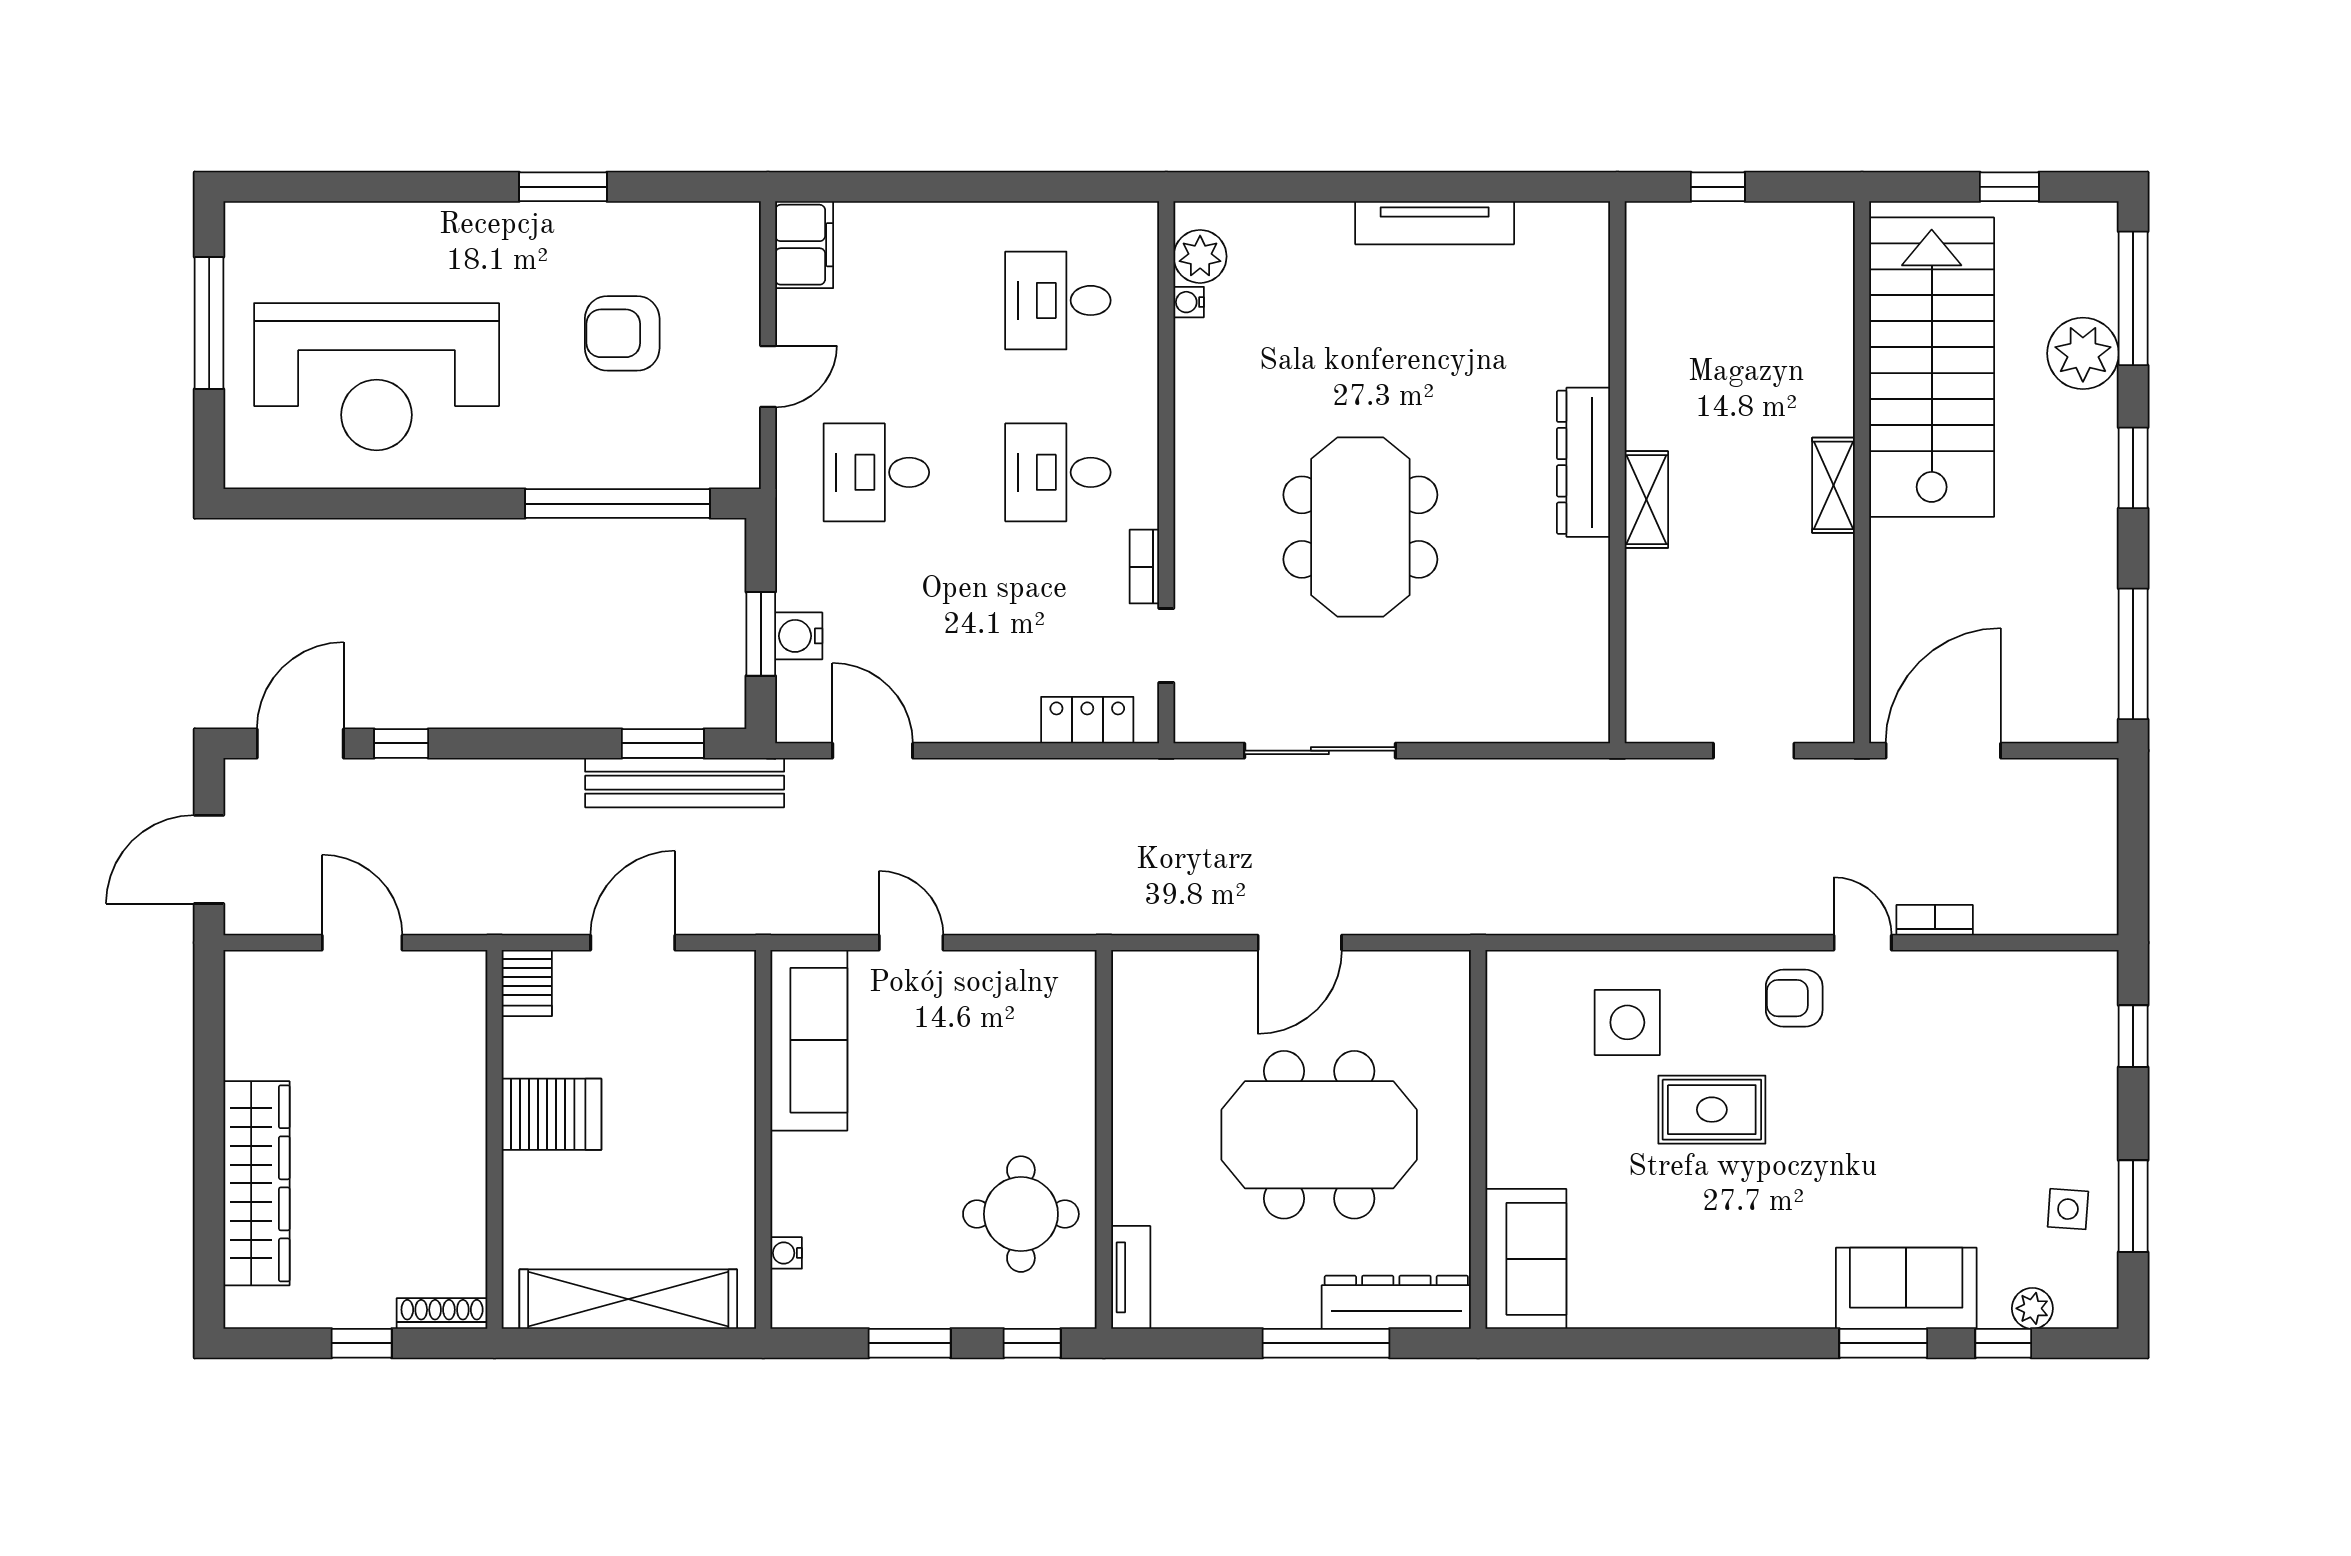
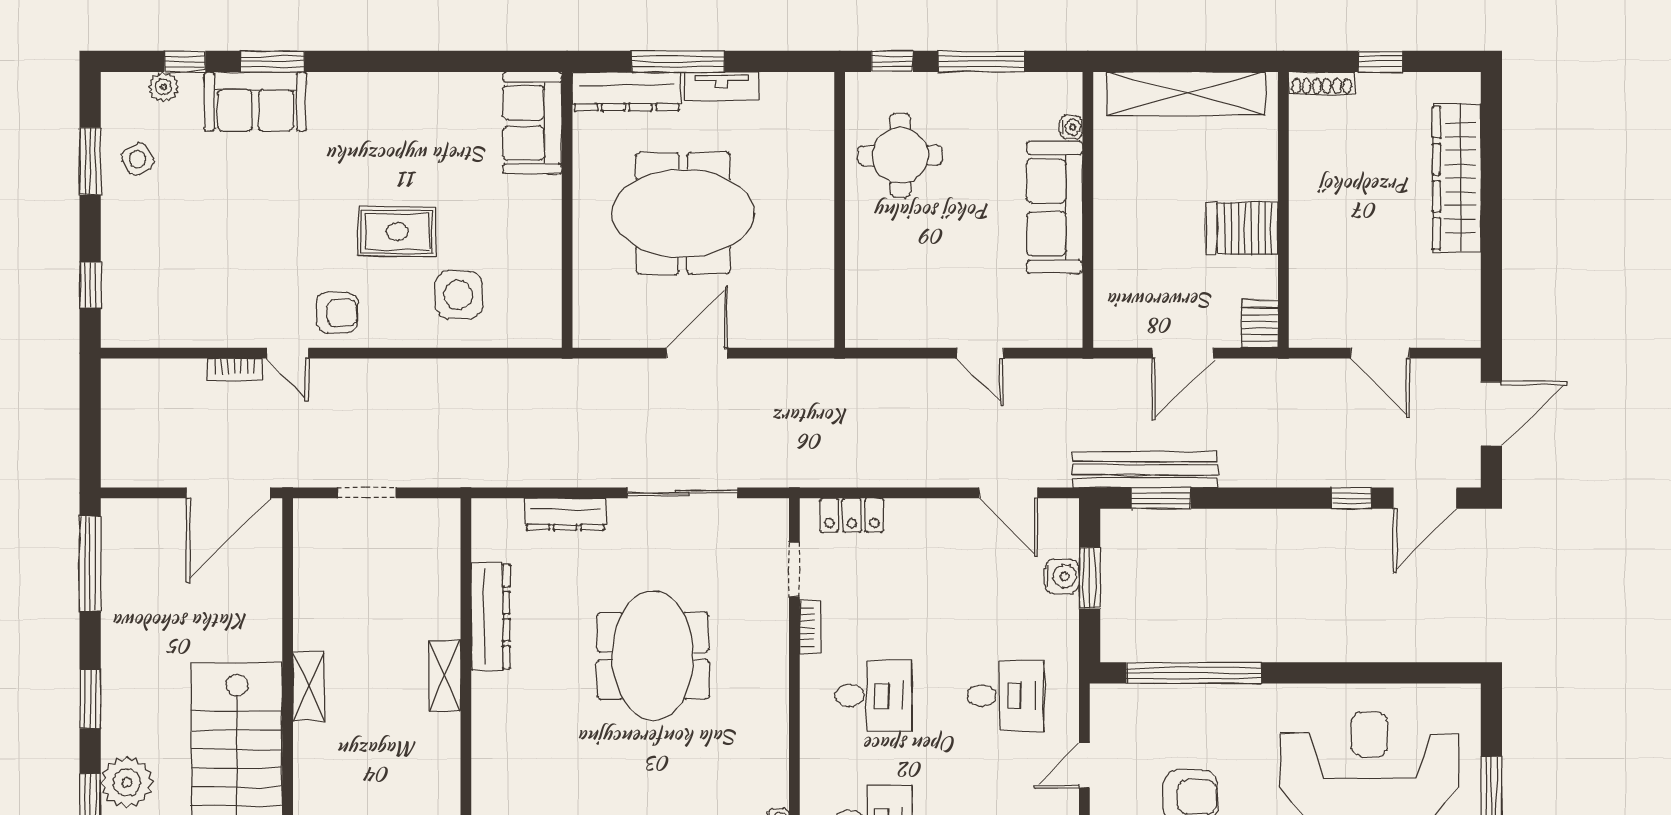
dresser: (1584, 462) -> (490, 617), moved
dresser: (1481, 722) -> (565, 514), added
sofa: (809, 1040) -> (1055, 207), moved
side table: (2068, 1209) -> (138, 159), turned -33
tv unit: (1131, 1277) -> (721, 86), moved, turned -90
window: (910, 1343) -> (981, 61), width x1.44

